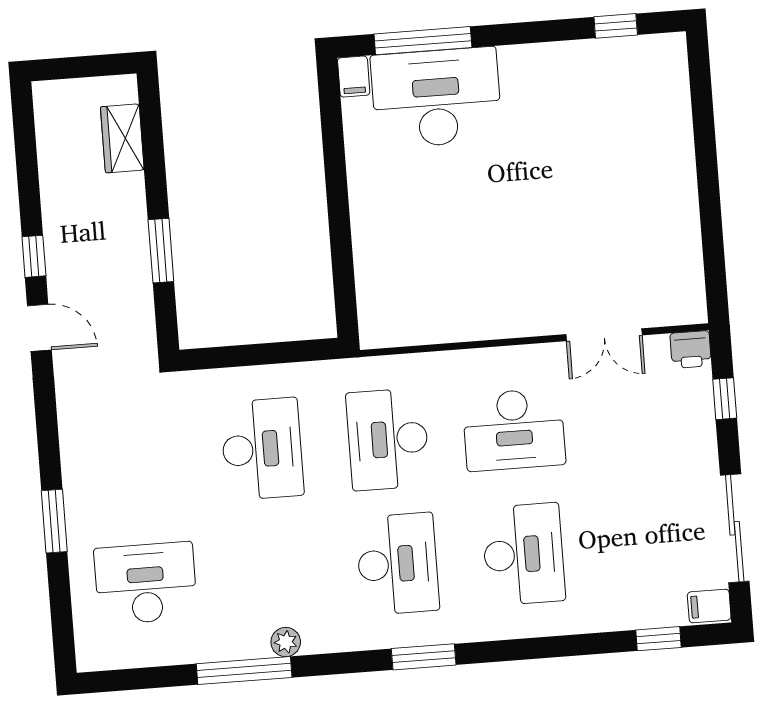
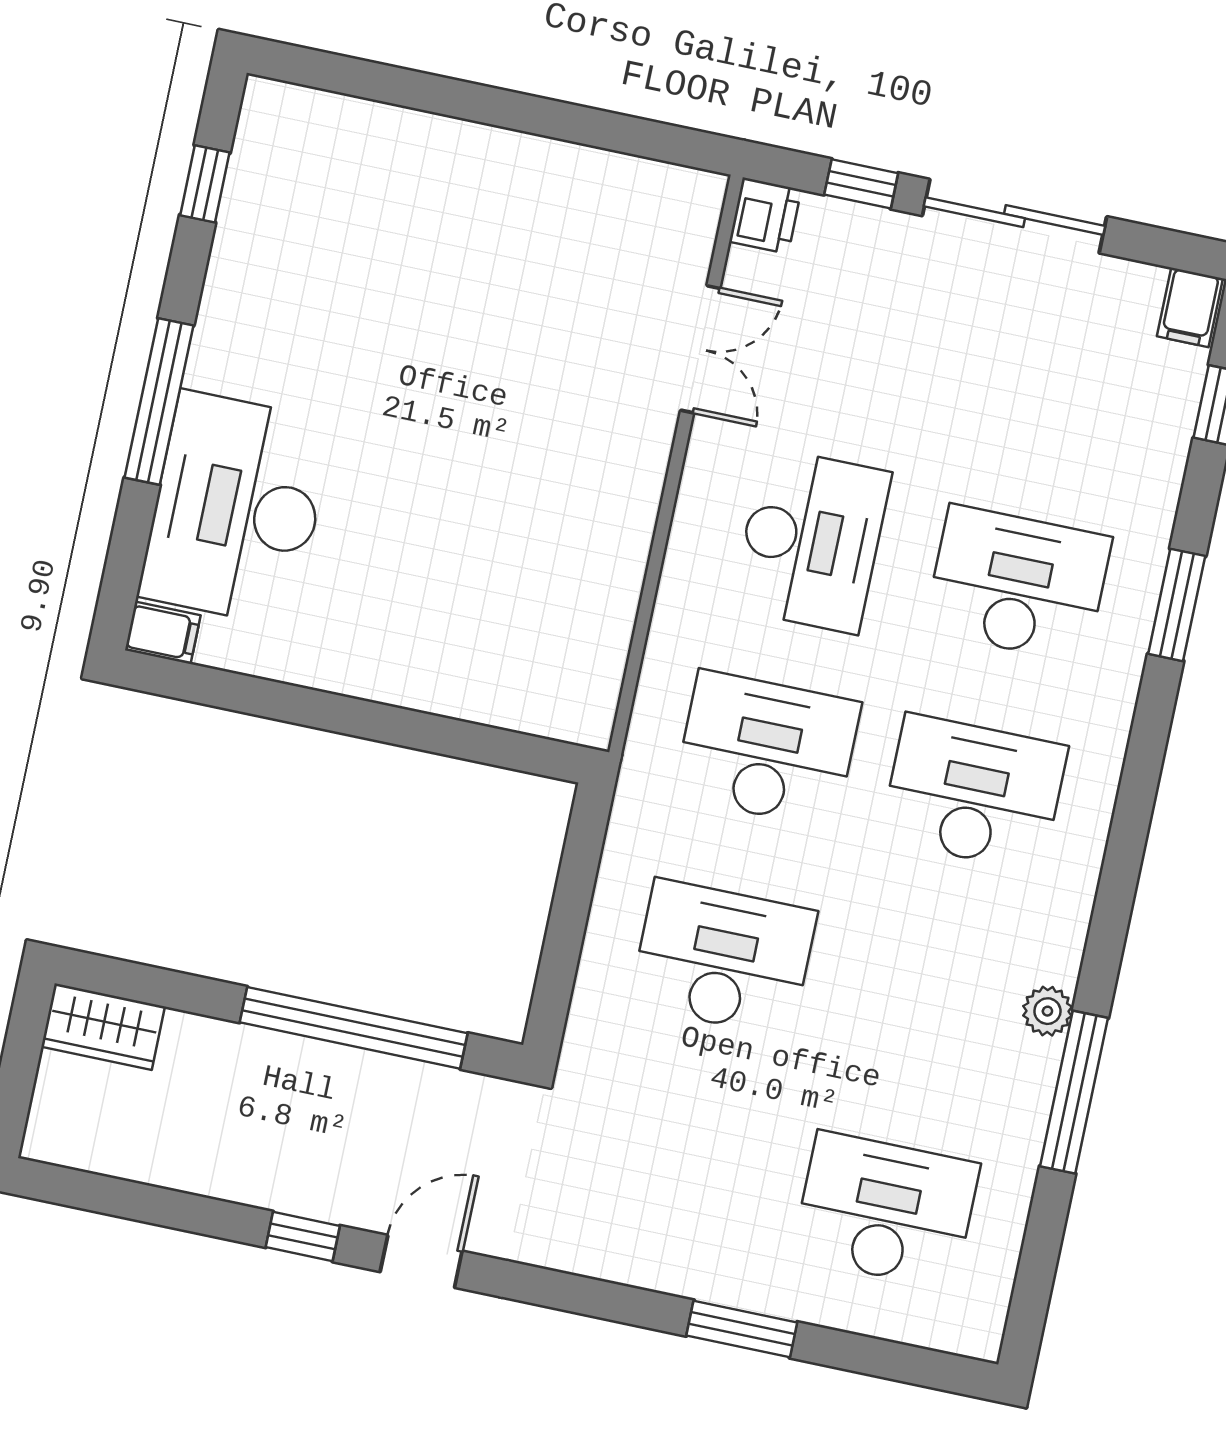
window: (423, 41) -> (159, 402), moved
wardrobe: (122, 138) -> (103, 1027), moved
window: (161, 251) -> (354, 1028), width x2.11
desk: (388, 439) -> (767, 749), turned 180
sliding door: (735, 528) -> (1014, 216), moved
desk: (146, 583) -> (886, 1210), turned 90
window: (424, 657) -> (1177, 605), moved

